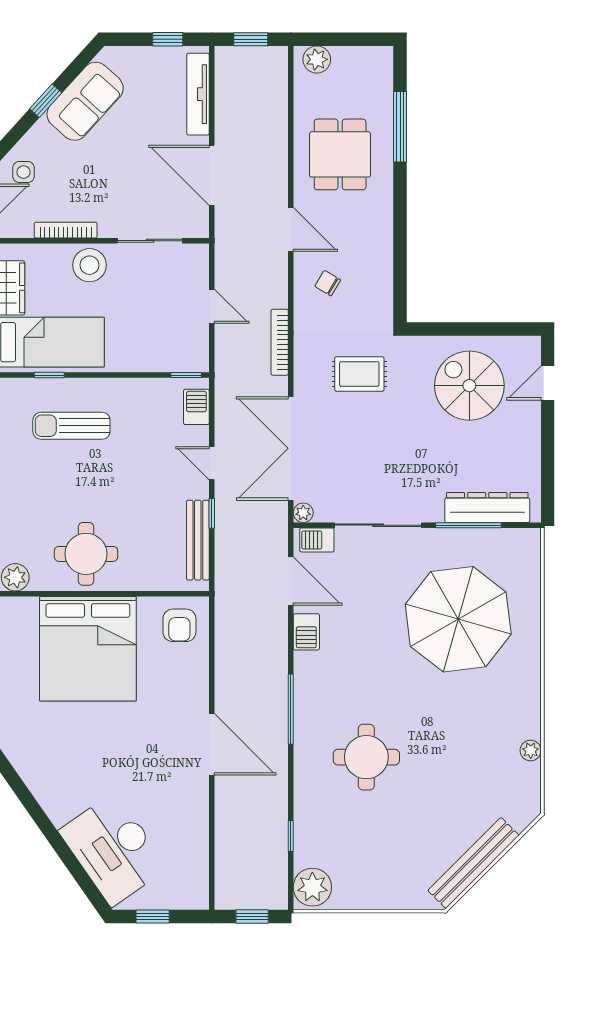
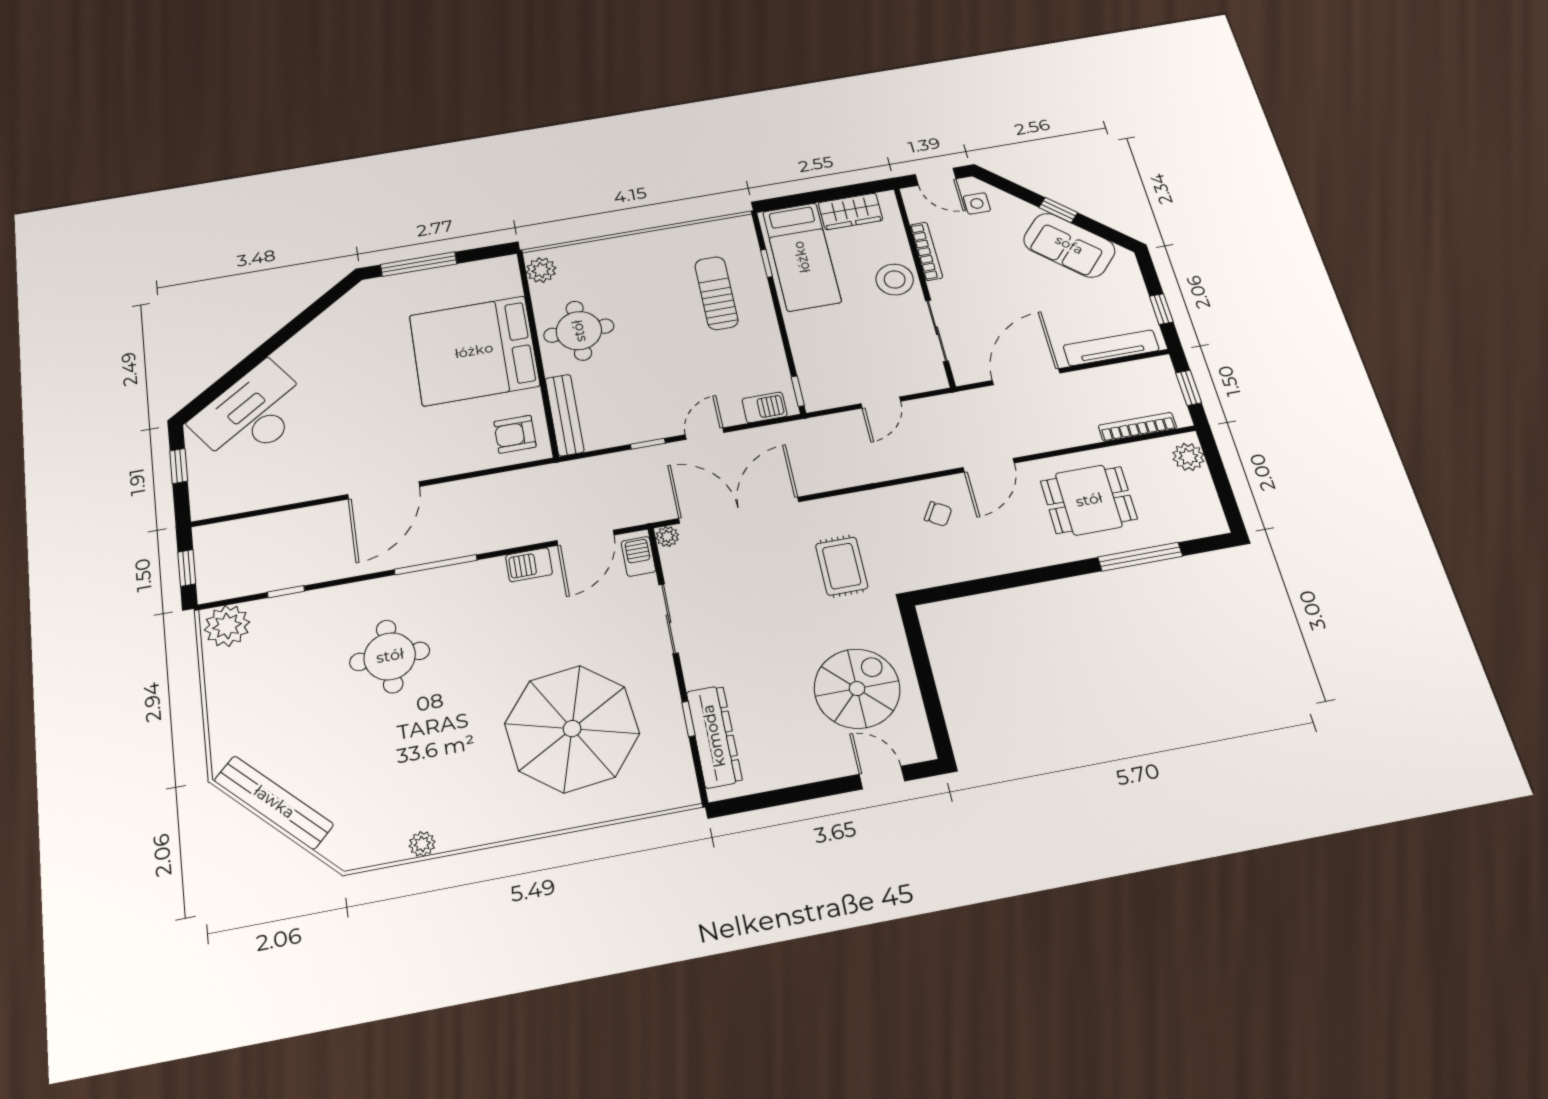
chair: (328, 283) -> (938, 514), turned 90
bookcase: (280, 342) -> (1137, 427), moved
sliding door: (378, 525) -> (669, 619), width x0.73
window: (468, 525) -> (688, 719), width x0.46
bench: (198, 540) -> (565, 415), moved, turned 90

